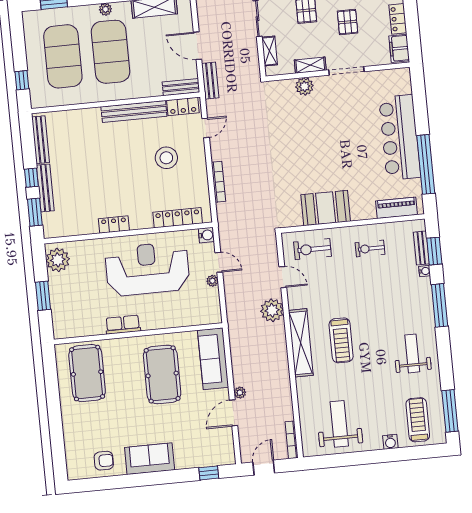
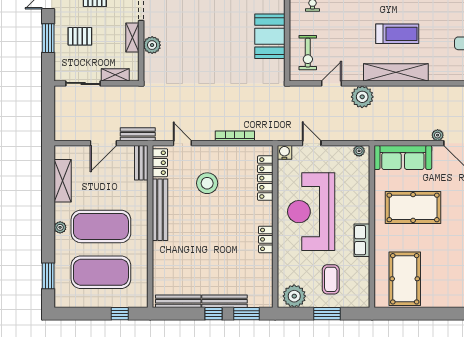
door: (219, 262) -> (312, 143), hinge flipped
plant: (212, 281) -> (359, 151), moved
coffee table: (79, 296) -> (331, 279), added
pool table: (87, 373) -> (405, 279), turned 90

